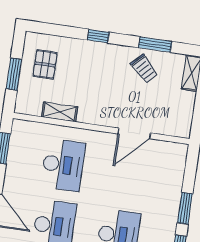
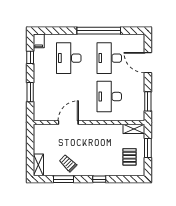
shelving: (60, 112) -> (134, 129), moved
window: (185, 208) -> (30, 92), moved

